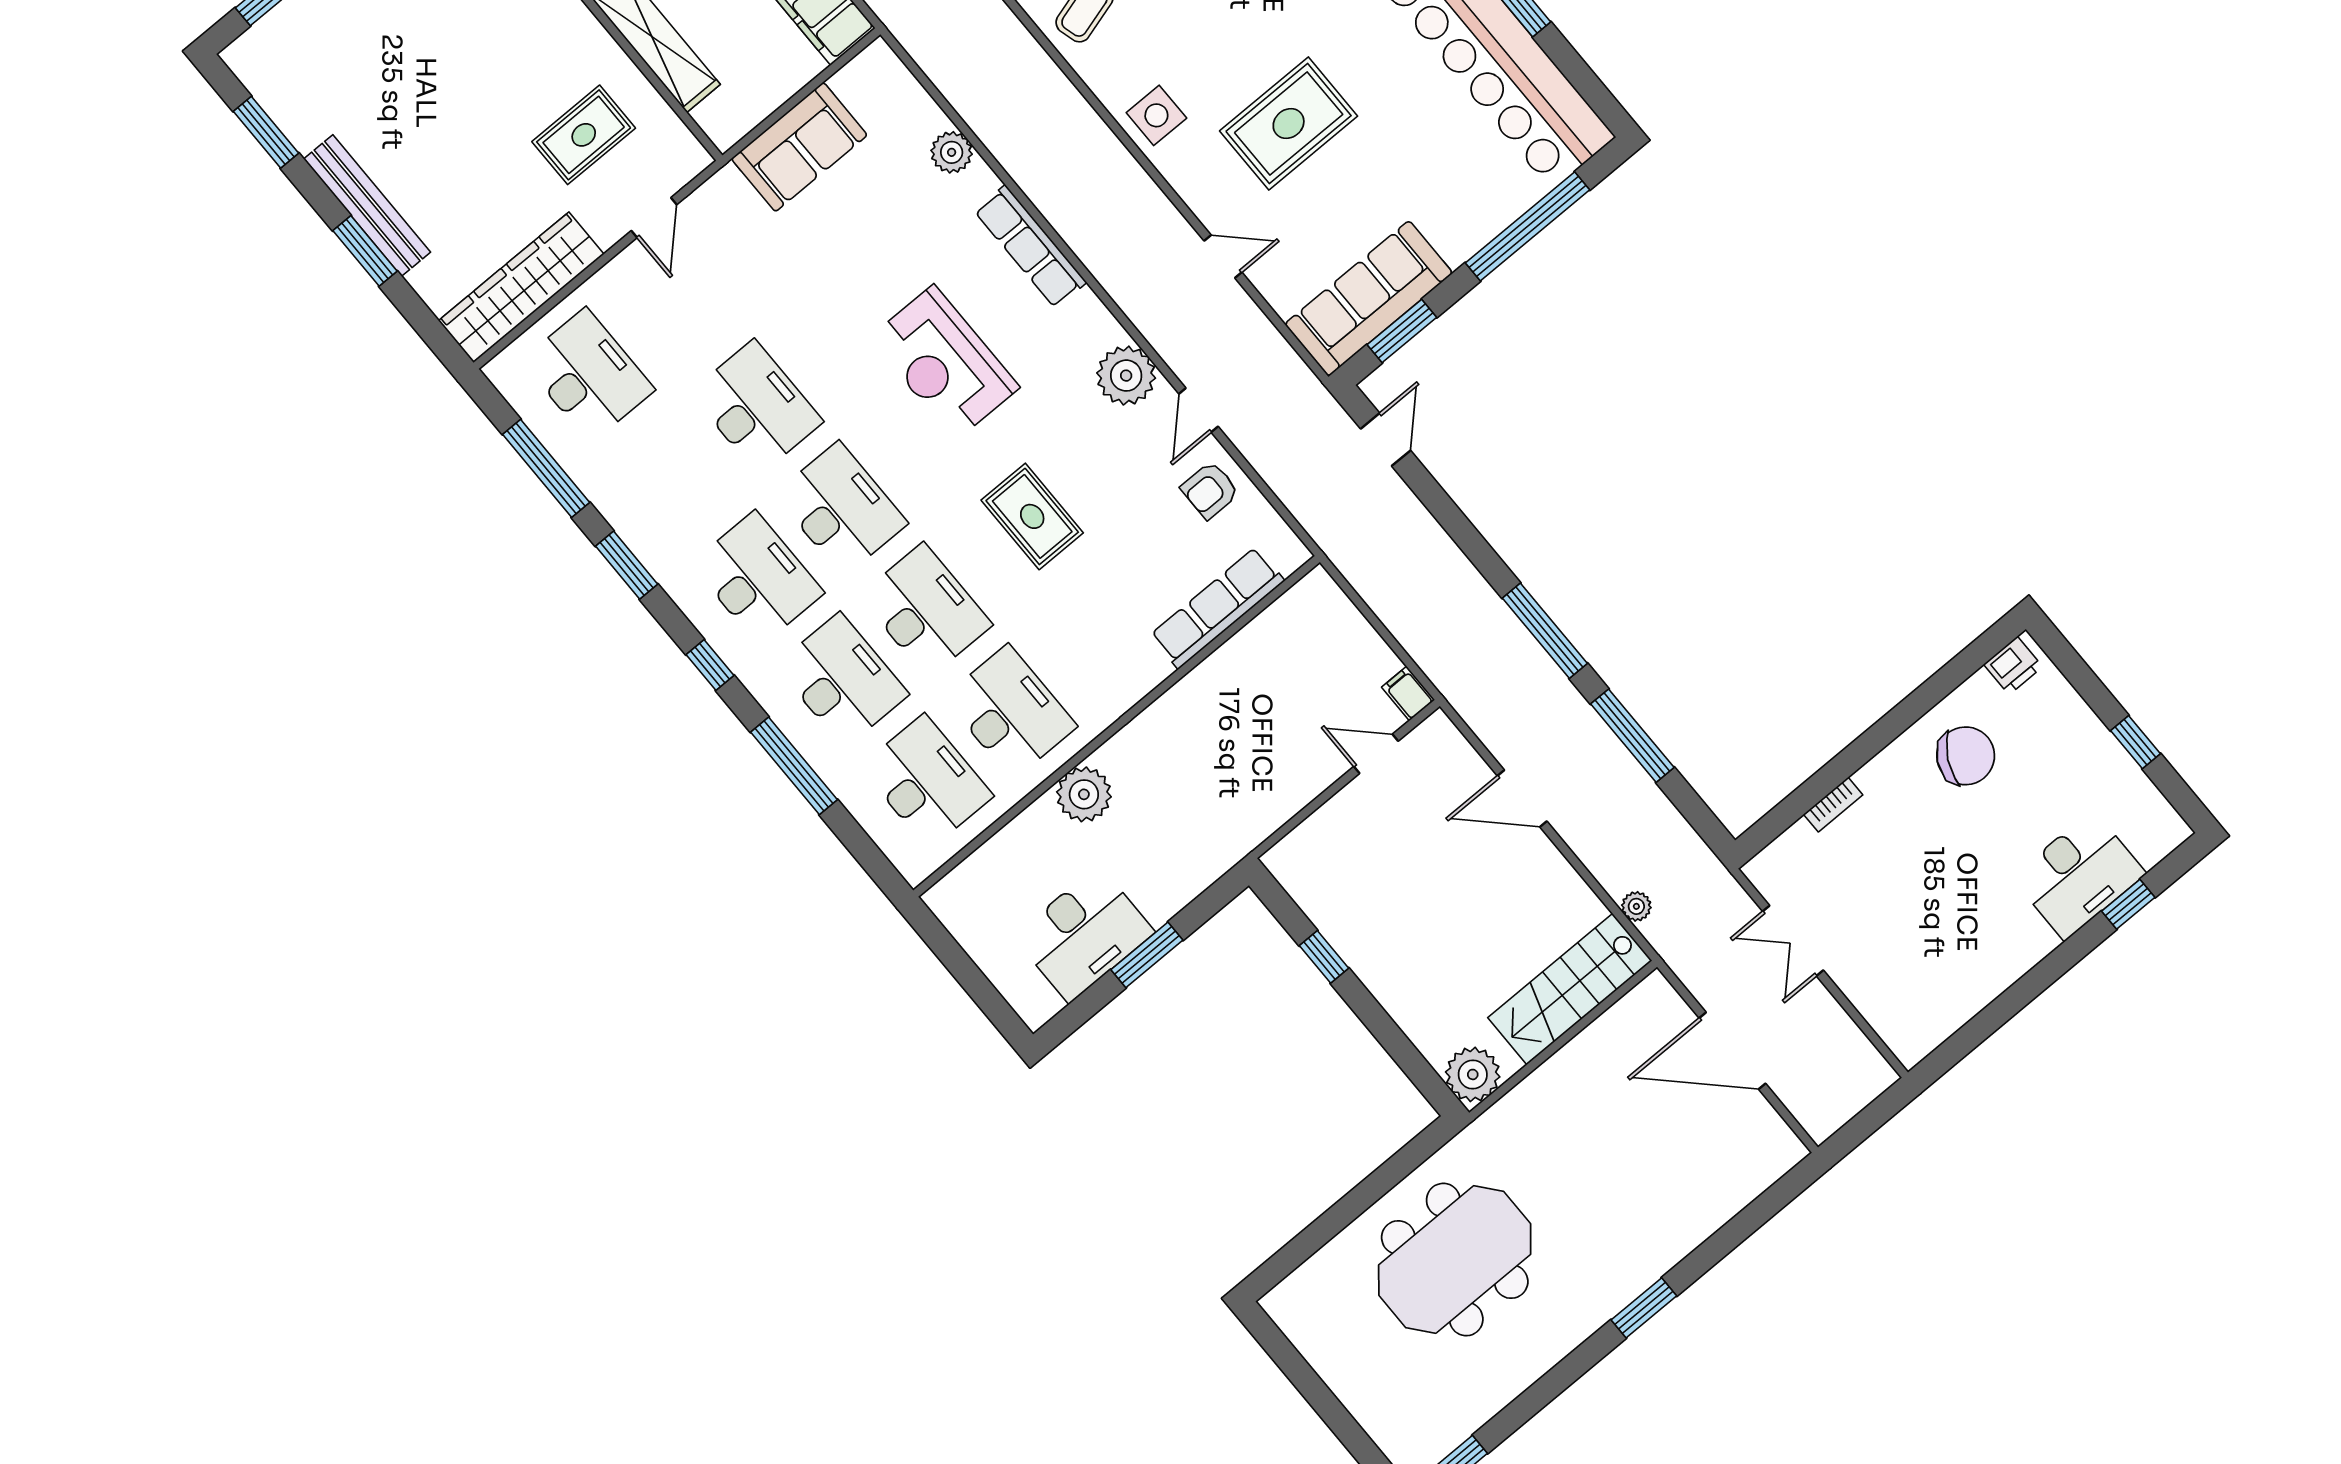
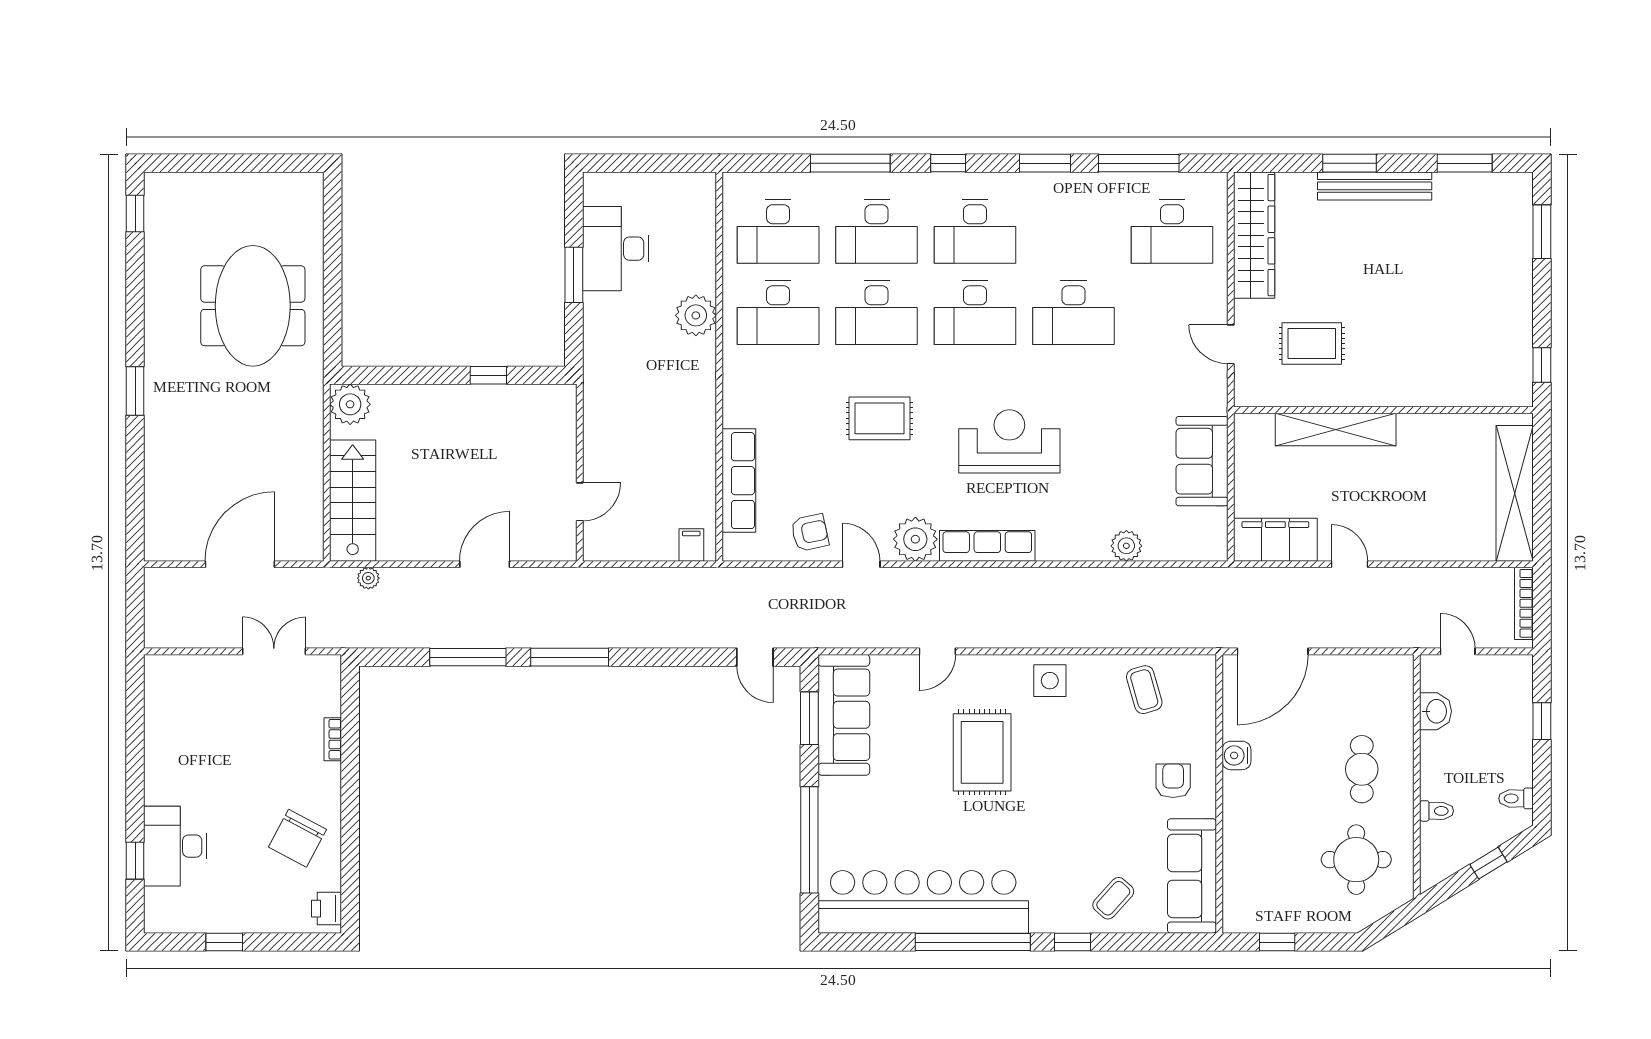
rug: (584, 135) -> (1312, 344), turned 90
row of seats: (1030, 247) -> (987, 546), moved
armchair: (1210, 490) -> (810, 533), turned 78
filing cabinet: (1408, 693) -> (691, 545), moved, turned -90

